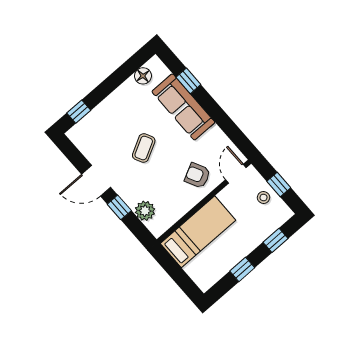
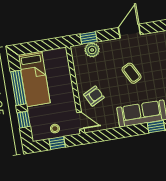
window: (119, 207) -> (89, 38), moved
bed: (198, 232) -> (34, 79), moved
window: (242, 269) -> (18, 88), width x2.17

